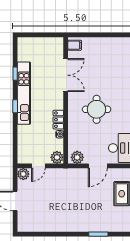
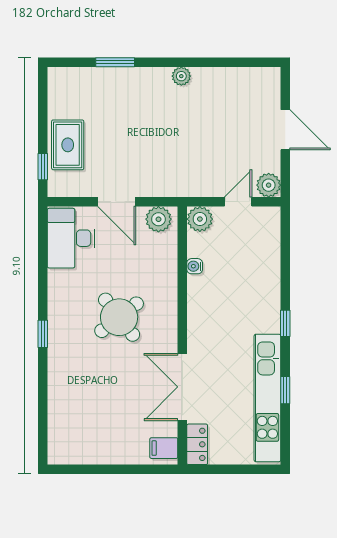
kitchen unit: (24, 93) -> (267, 398), moved
round table: (97, 109) -> (119, 317), turned -38
locker: (58, 120) -> (197, 444), moved
door: (98, 166) -> (117, 202), swing flipped
plant: (66, 227) -> (181, 76), added

